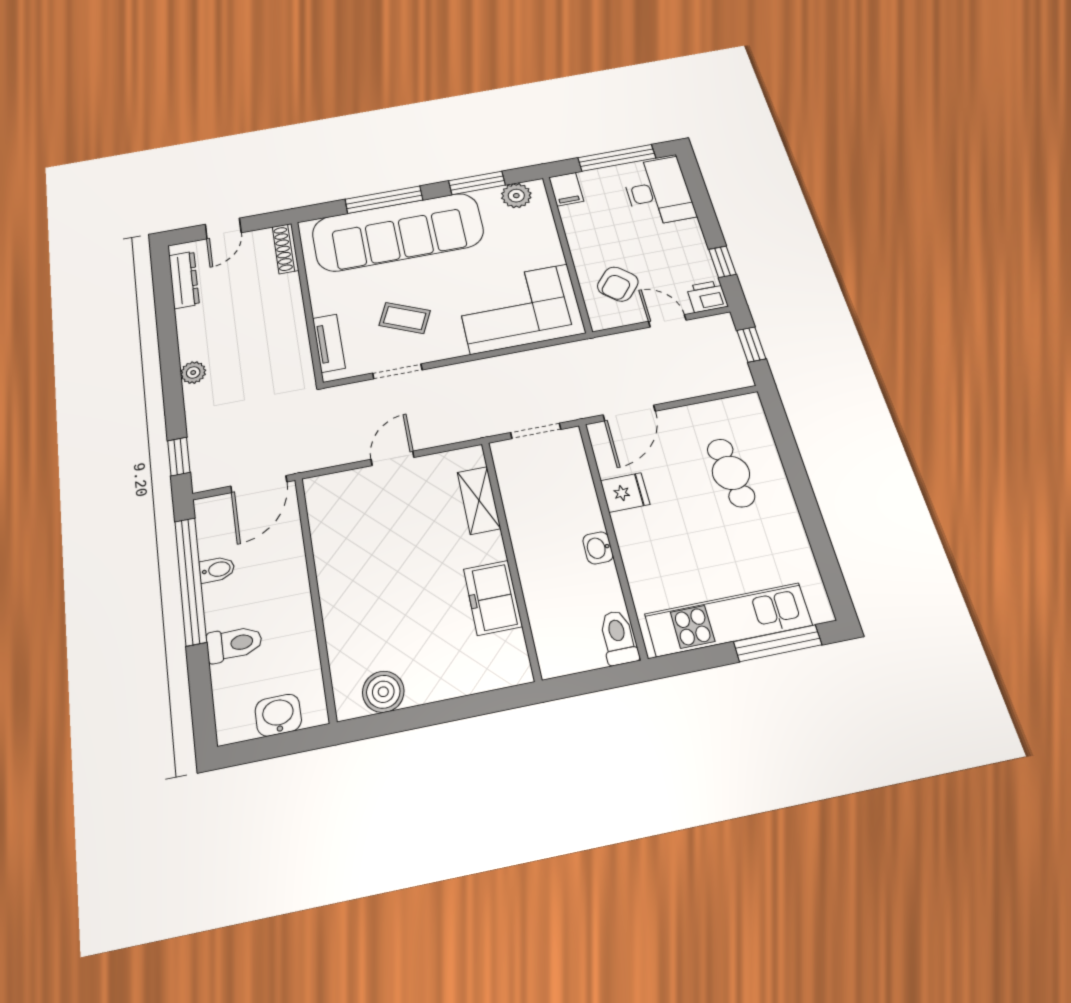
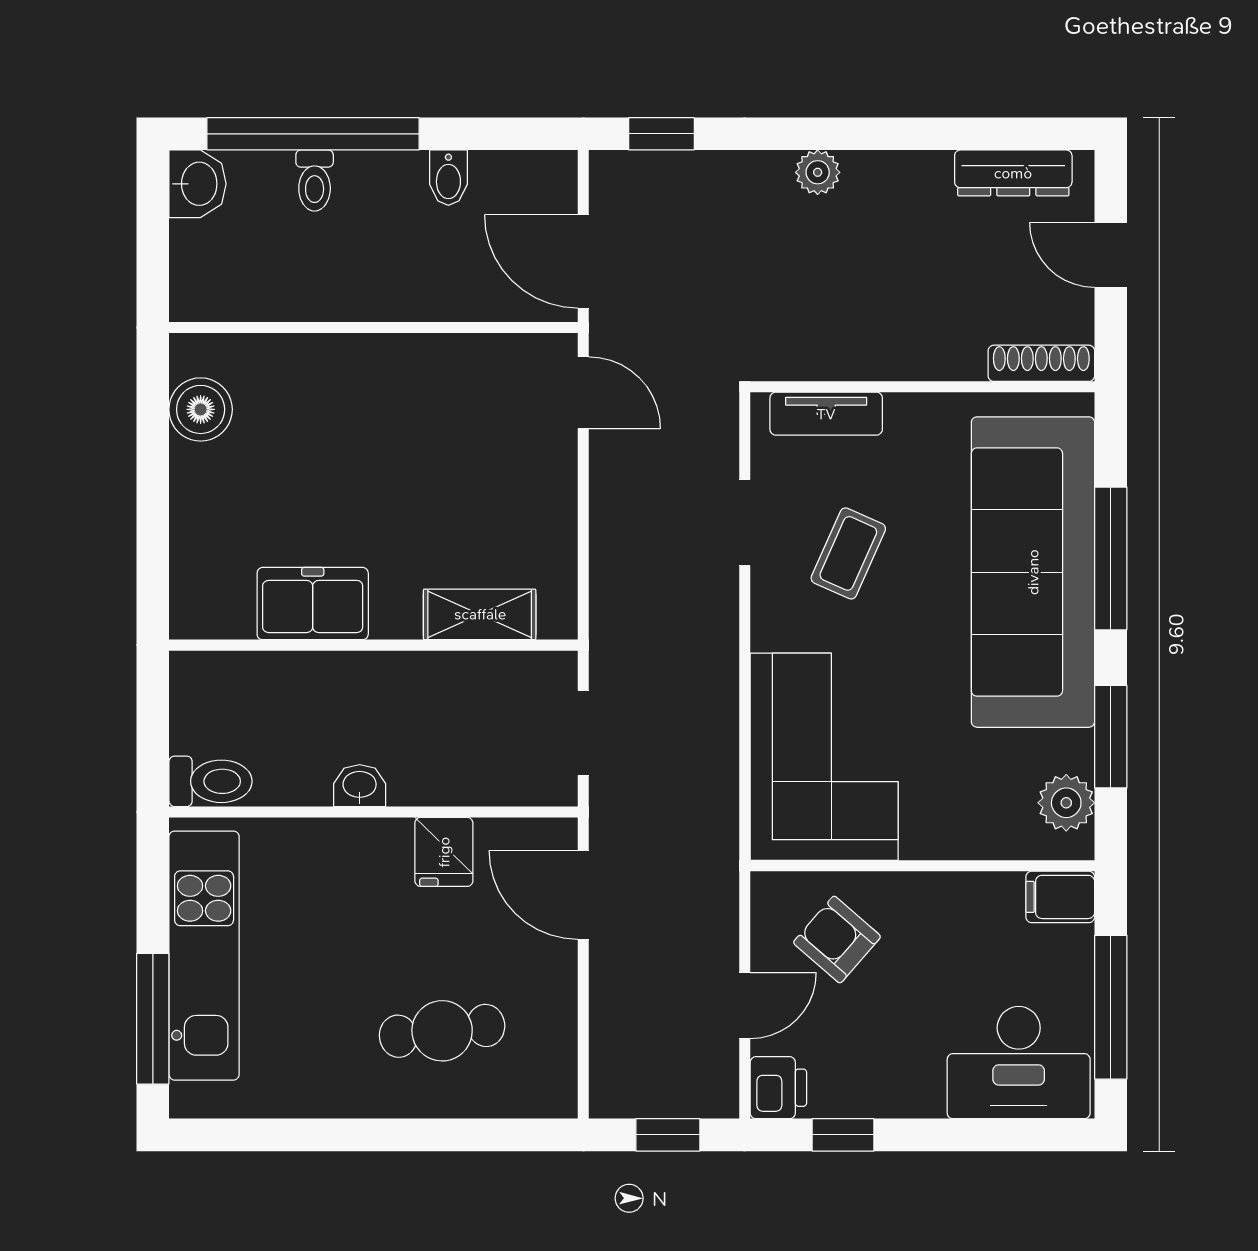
door: (393, 458) -> (583, 393), moved
window: (190, 581) -> (313, 134), moved
toilet: (234, 644) -> (315, 181), width x0.73, depth x0.72
washbasin: (278, 715) -> (198, 184), moved

